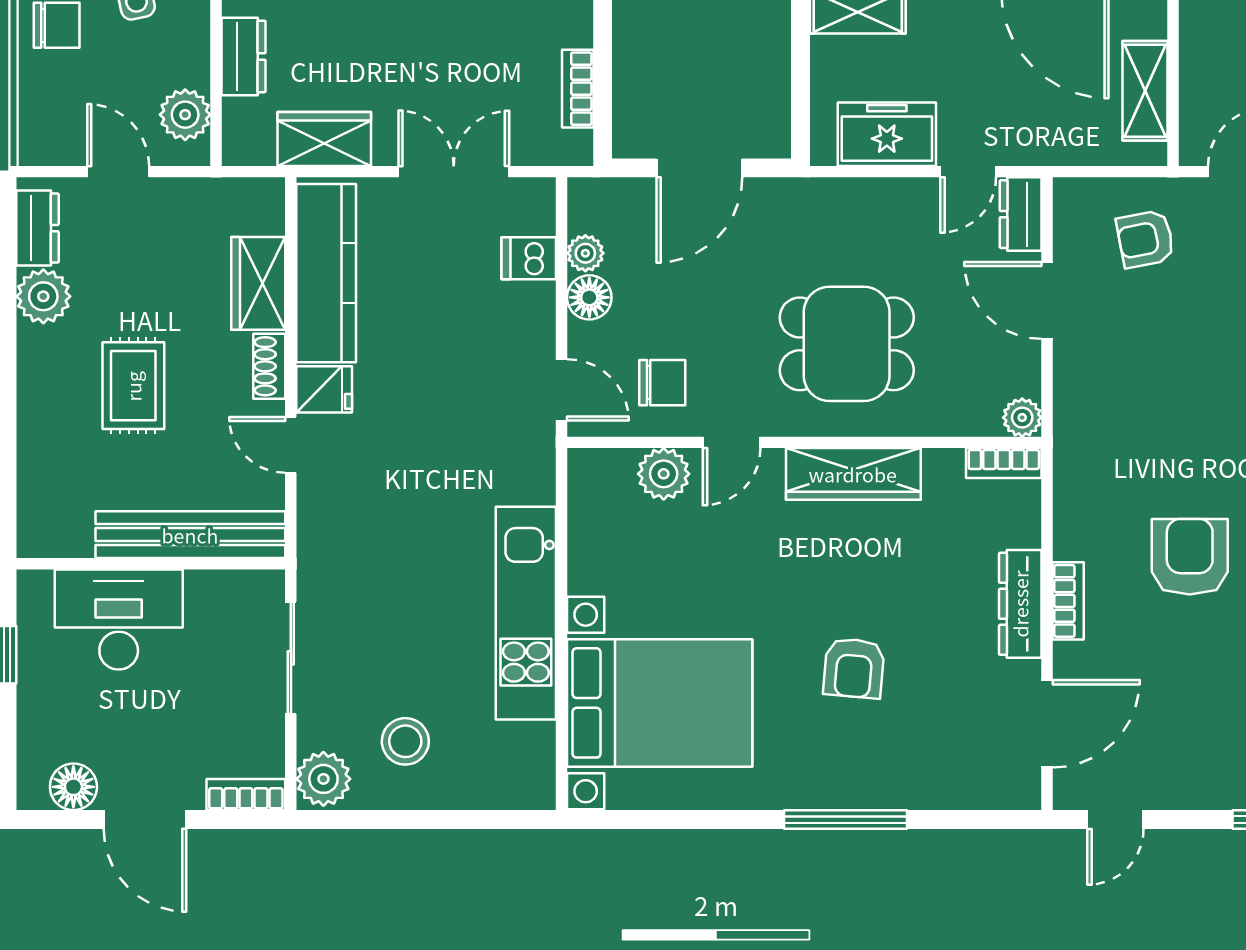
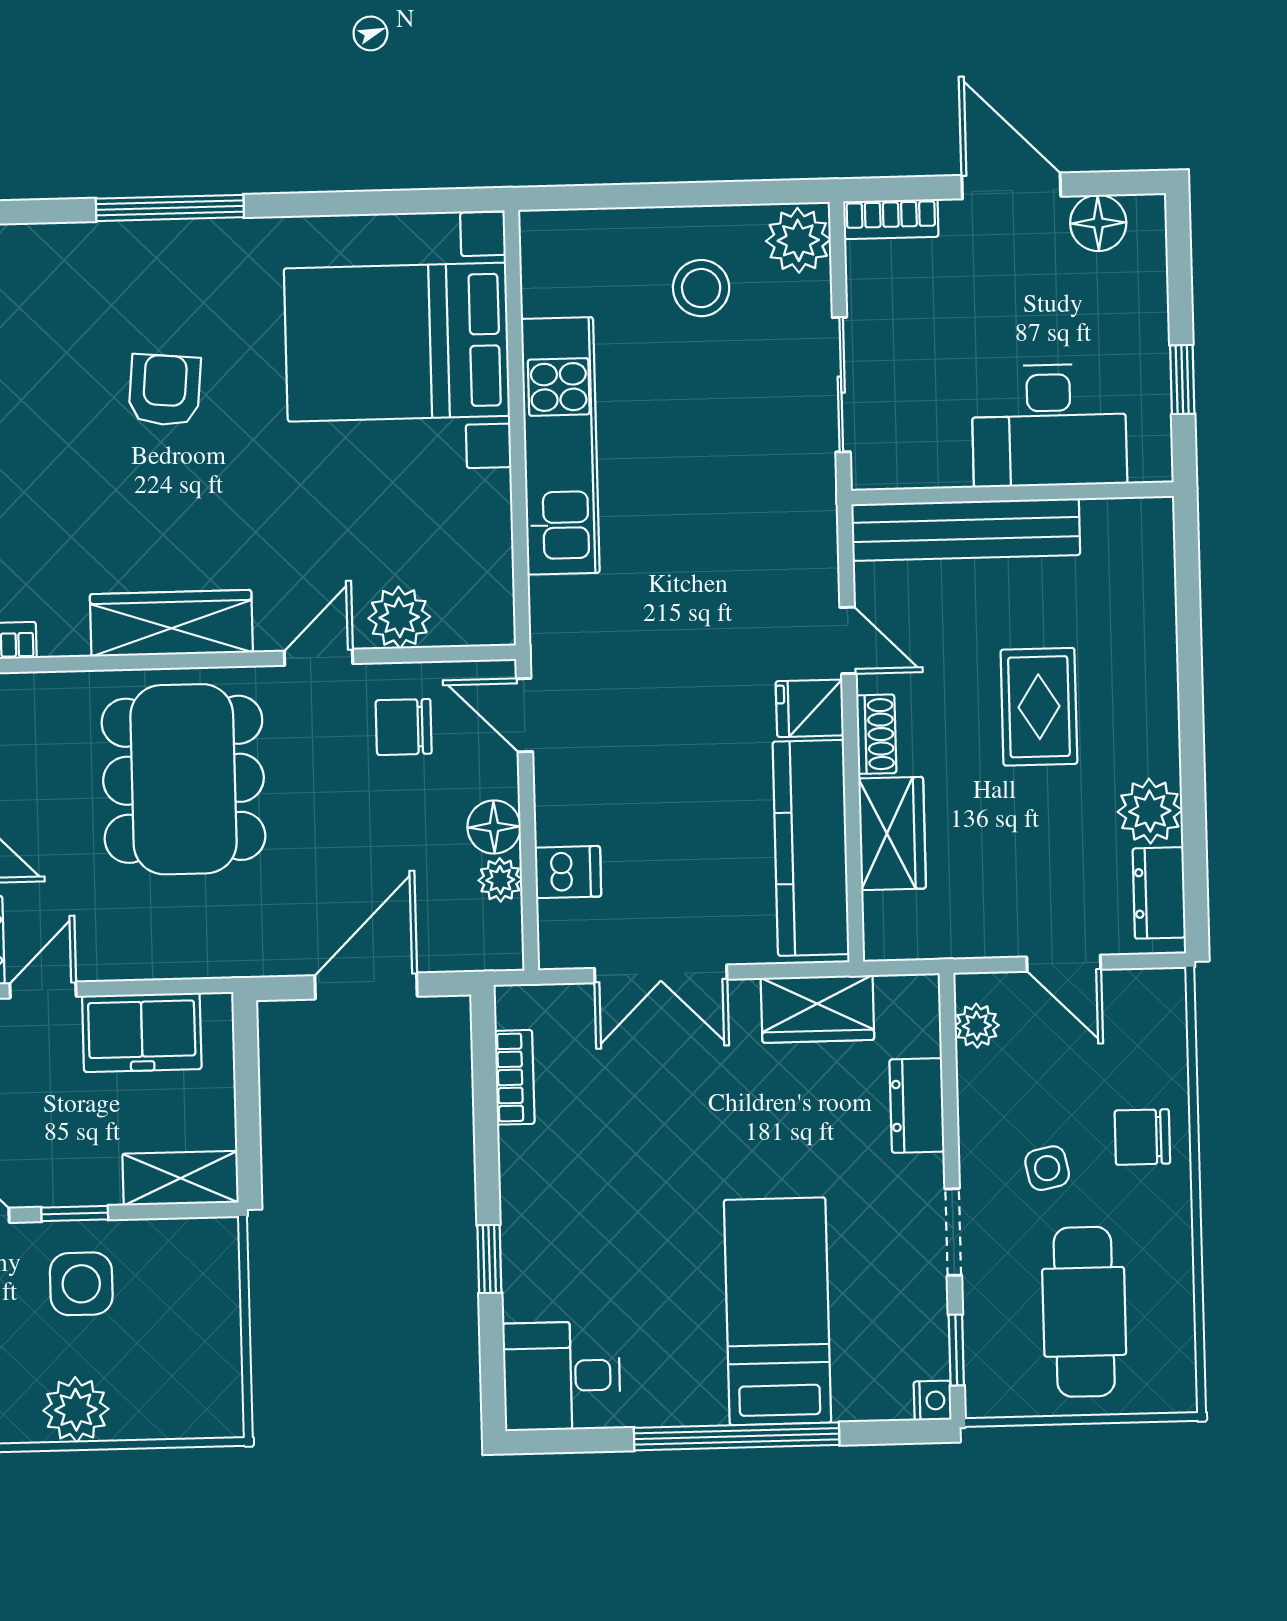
plant: (185, 115) -> (977, 1026), width x0.73, depth x0.73
dining table: (847, 344) -> (183, 779), width x1.38

